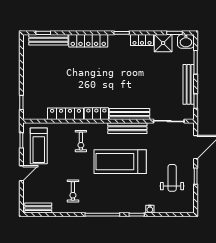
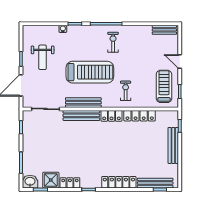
bench: (189, 84) -> (173, 145), moved
door: (21, 173) -> (180, 61), hinge flipped
exercise bike: (73, 191) -> (113, 42), moved

